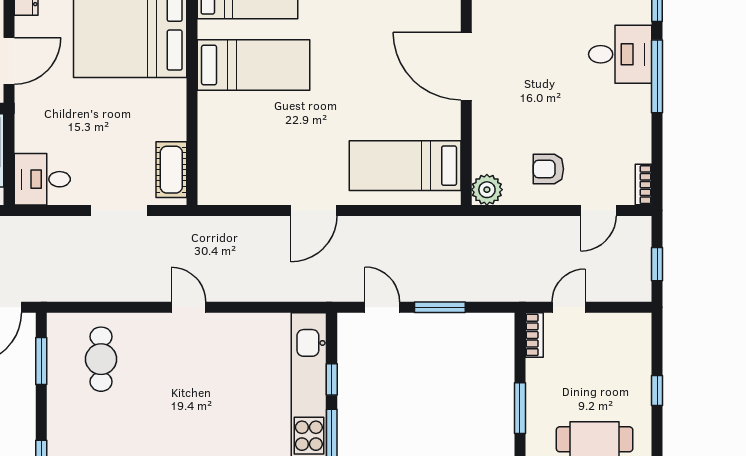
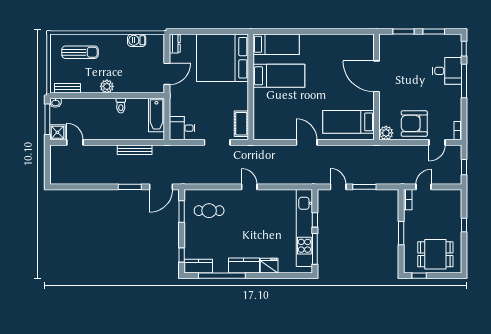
armchair: (548, 169) -> (414, 123), width x1.88, depth x1.88
door: (314, 210) -> (307, 142), swing flipped
cafe table: (101, 359) -> (209, 211), turned 90

